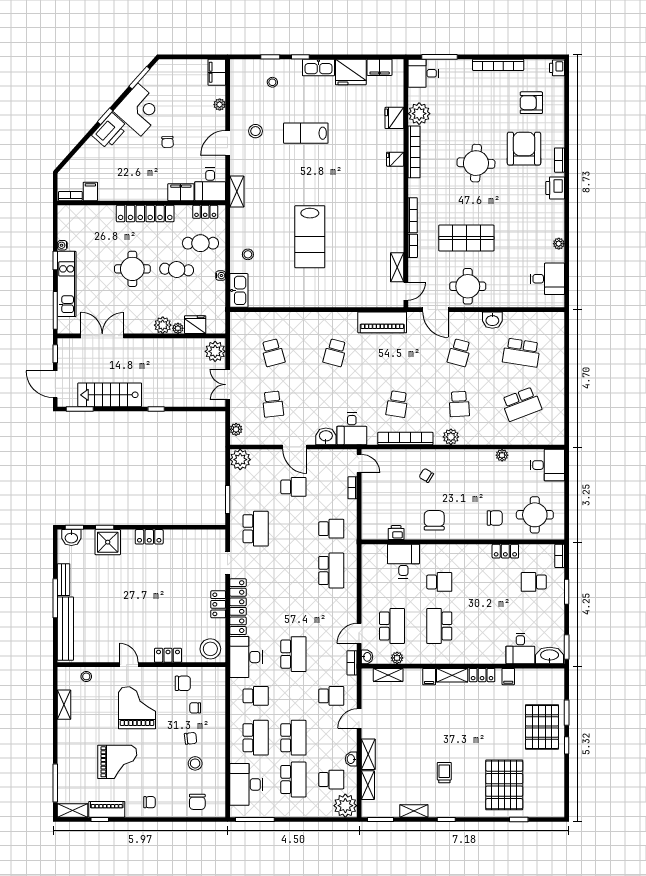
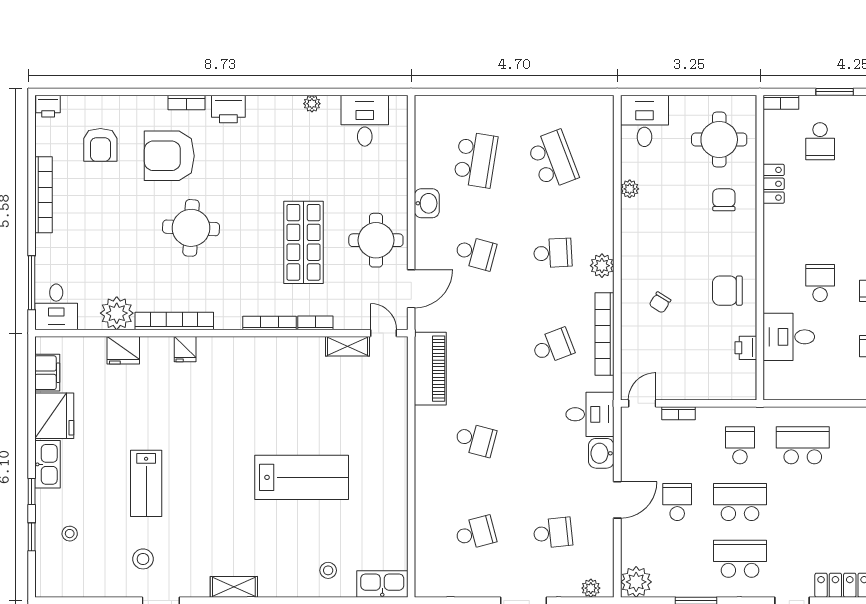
school desk: (397, 404) -> (553, 346), turned -30
school desk: (293, 529) -> (740, 502), added

